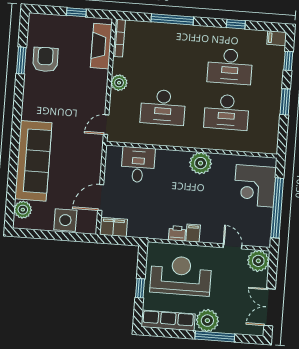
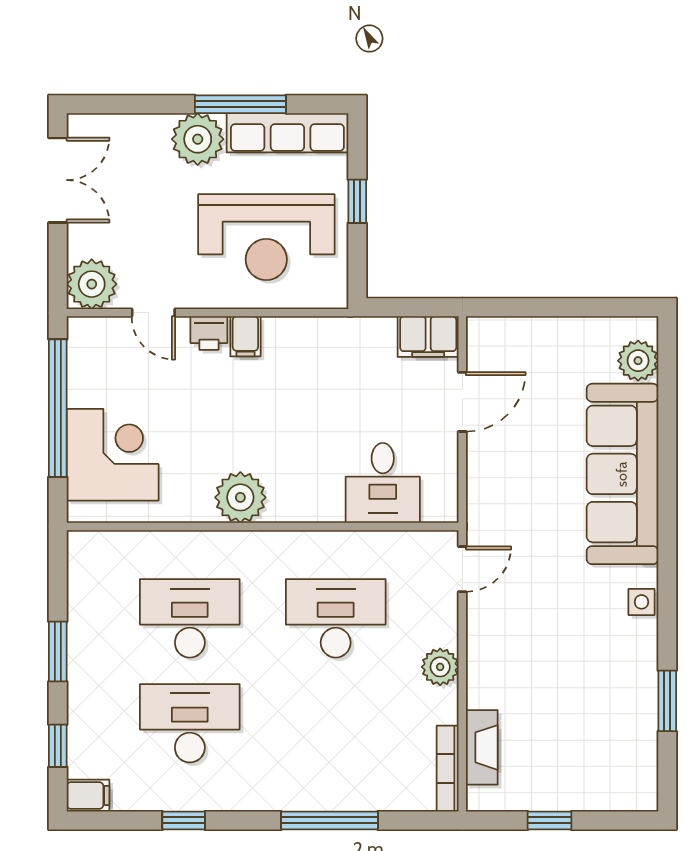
fireplace: (101, 46) -> (482, 747), width x0.73, depth x0.76
armchair: (45, 60) -> (612, 707), removed
side table: (65, 220) -> (641, 602), moved, width x0.54, depth x0.54
printer: (177, 233) -> (209, 333), moved
window: (215, 336) -> (240, 104), moved

